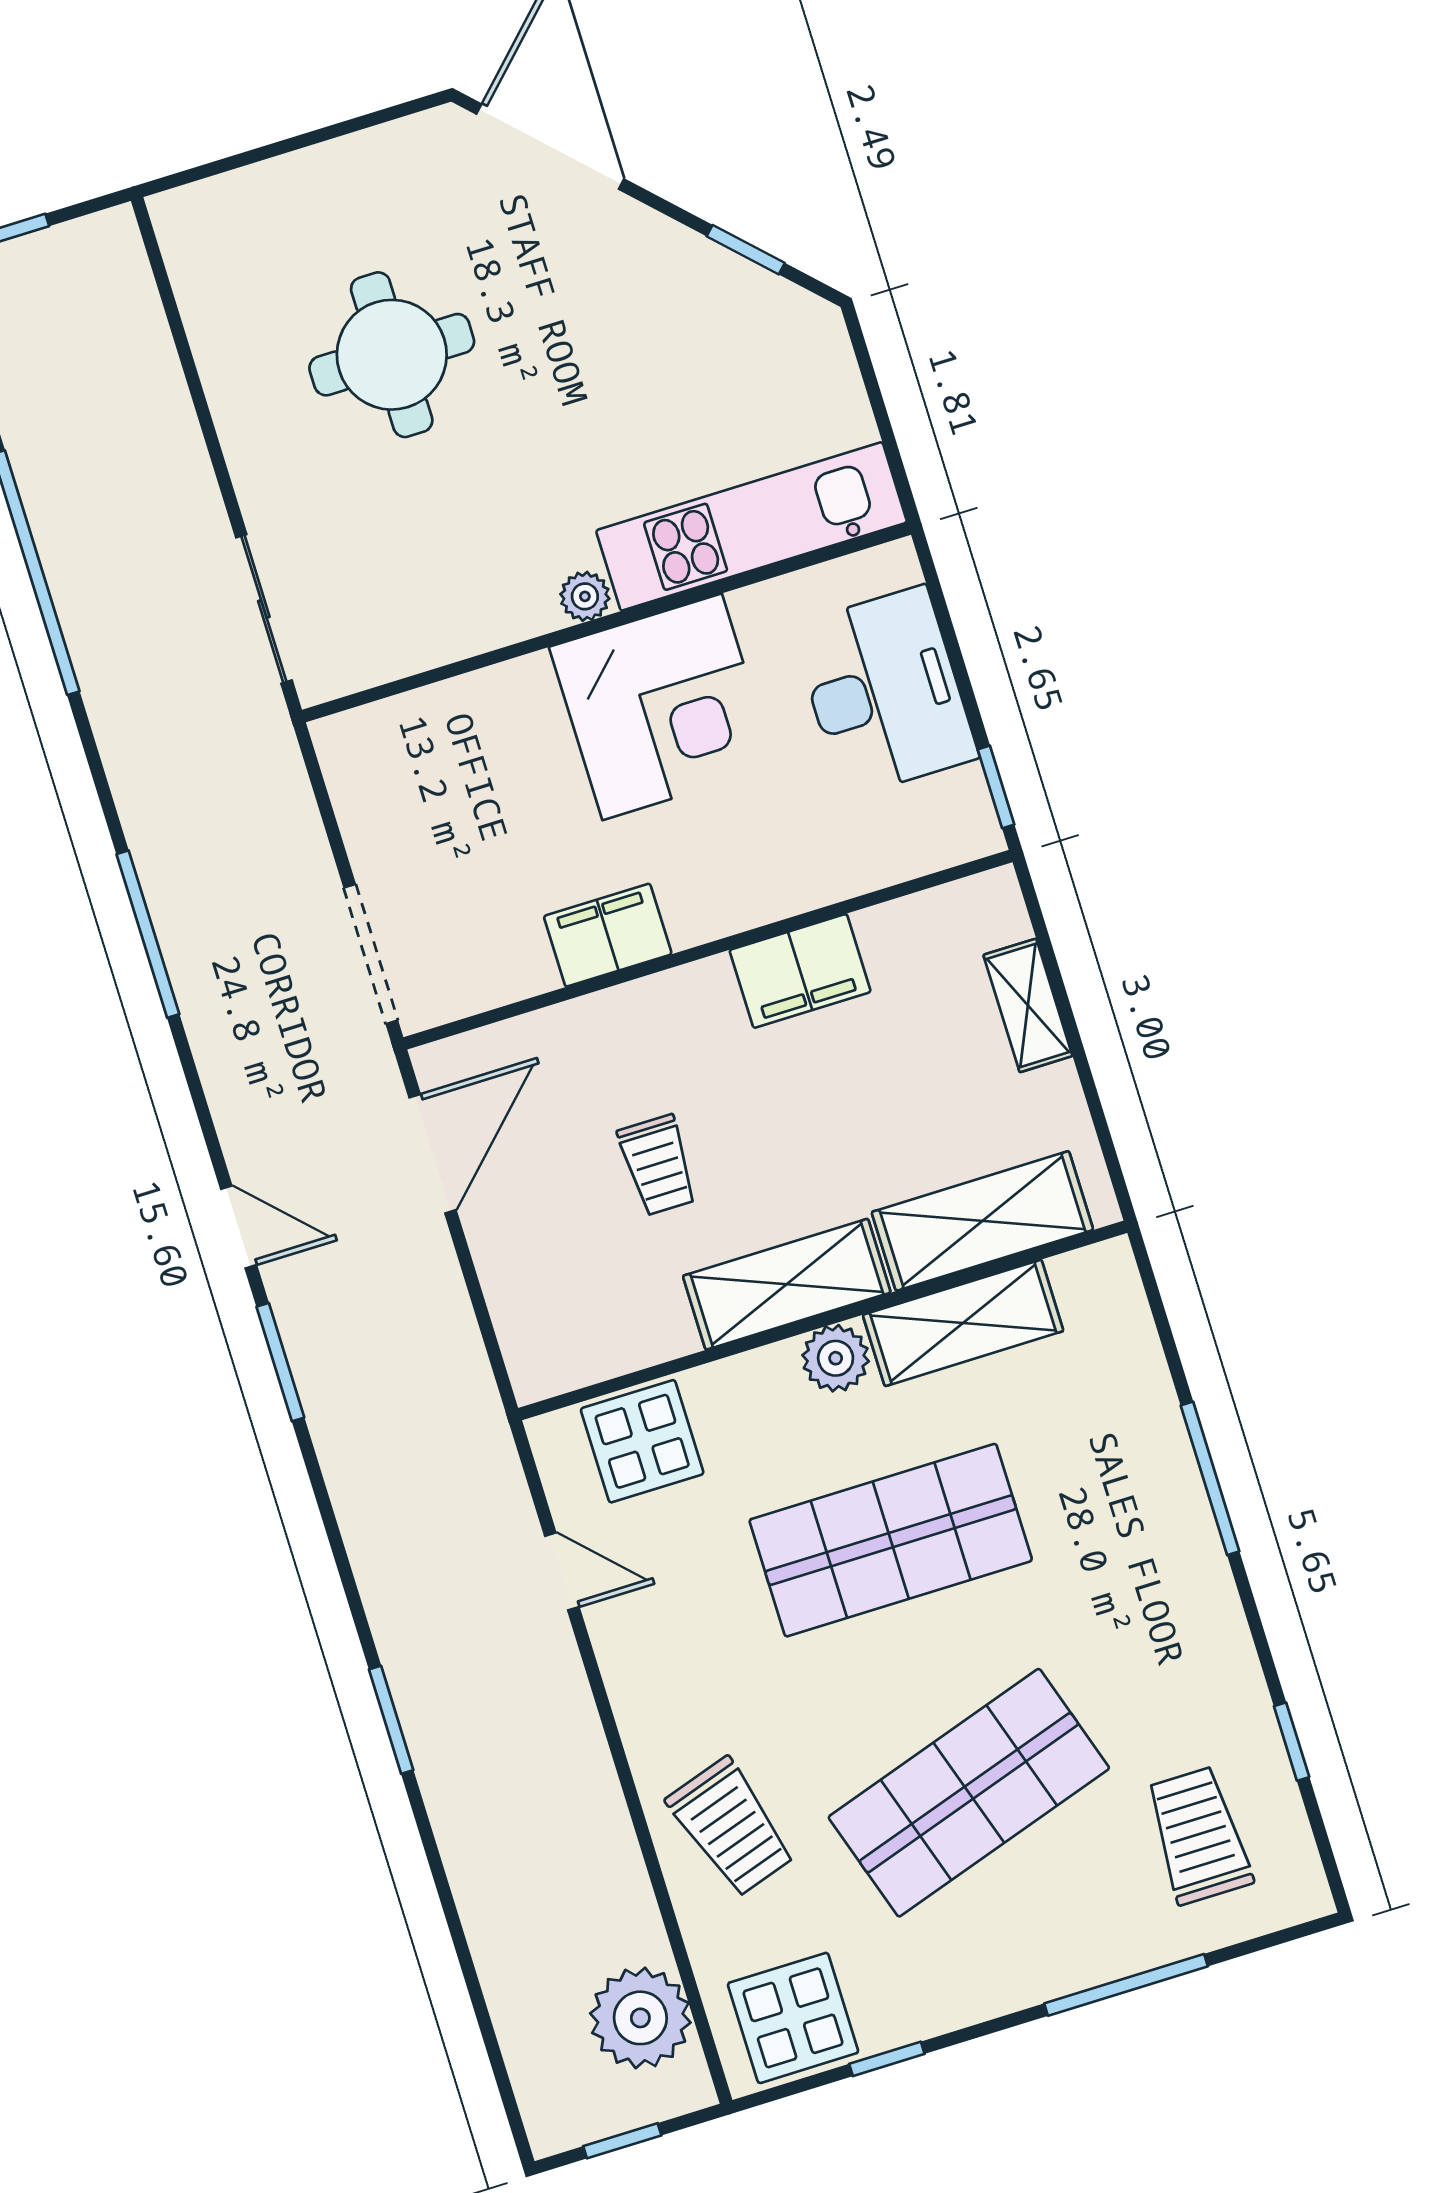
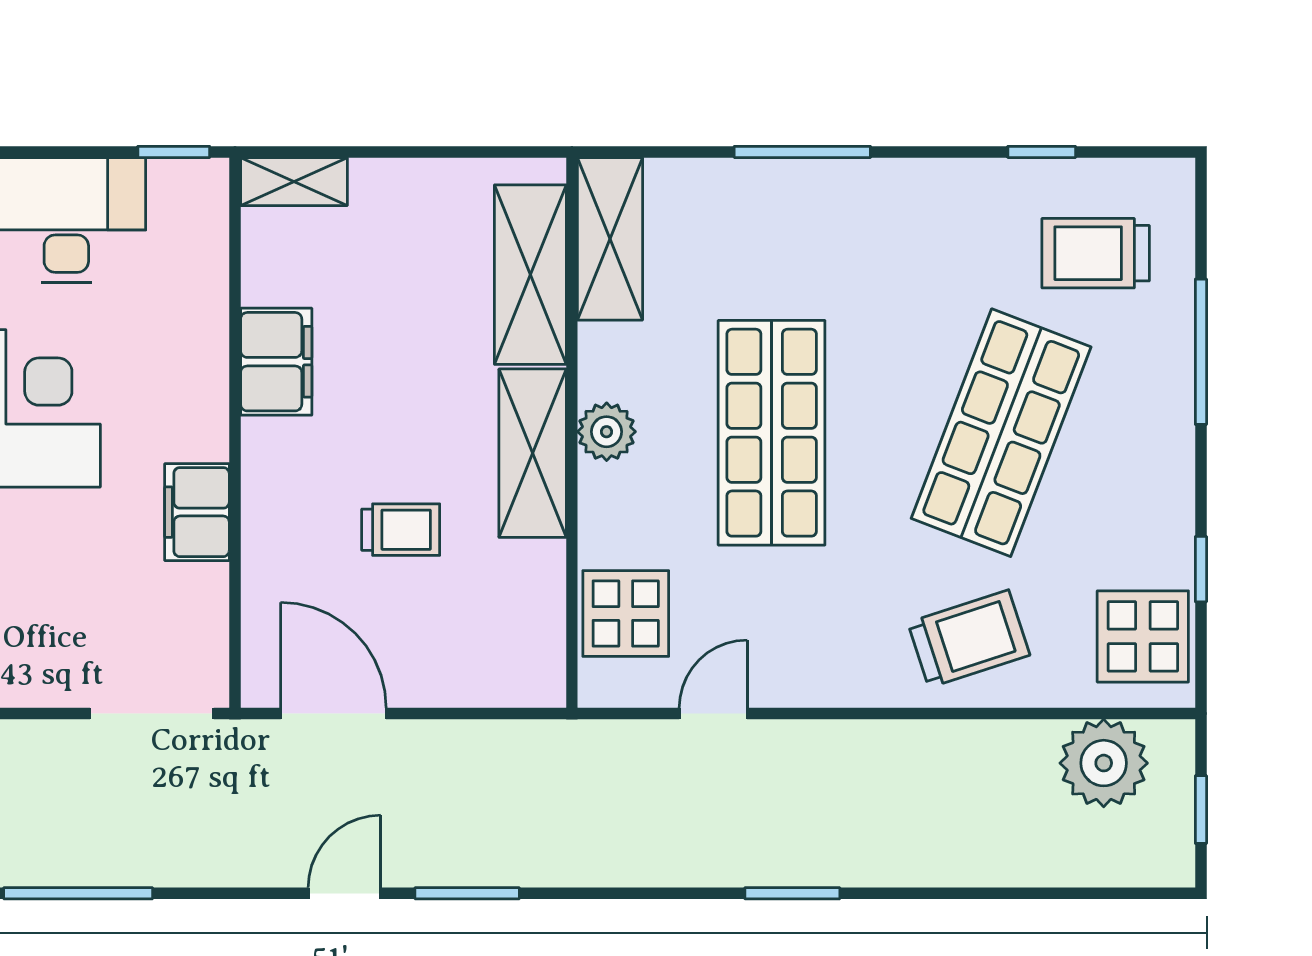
shelving: (1028, 1005) -> (294, 182), moved
shelving: (963, 1323) -> (610, 239), moved
shop shelf: (969, 1793) -> (1001, 433), turned 39

